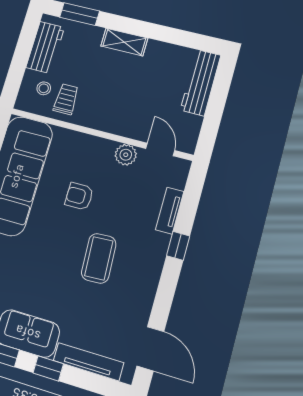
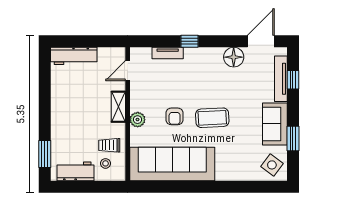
shelving: (124, 42) -> (118, 107), moved
plant: (126, 155) -> (138, 120), moved
coffee table: (99, 258) -> (212, 118), moved
floor lamp: (138, 302) -> (234, 57), added
window: (48, 368) -> (293, 80), moved

